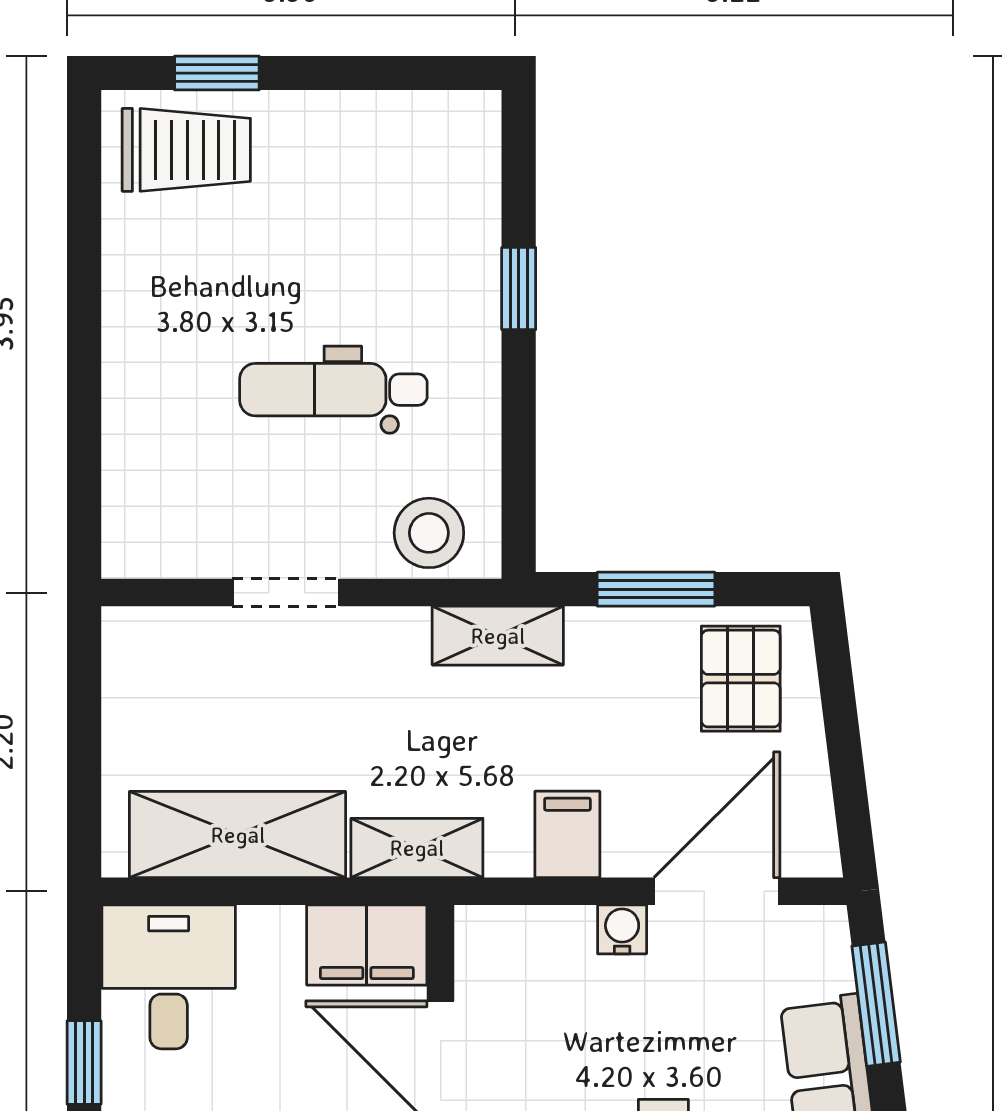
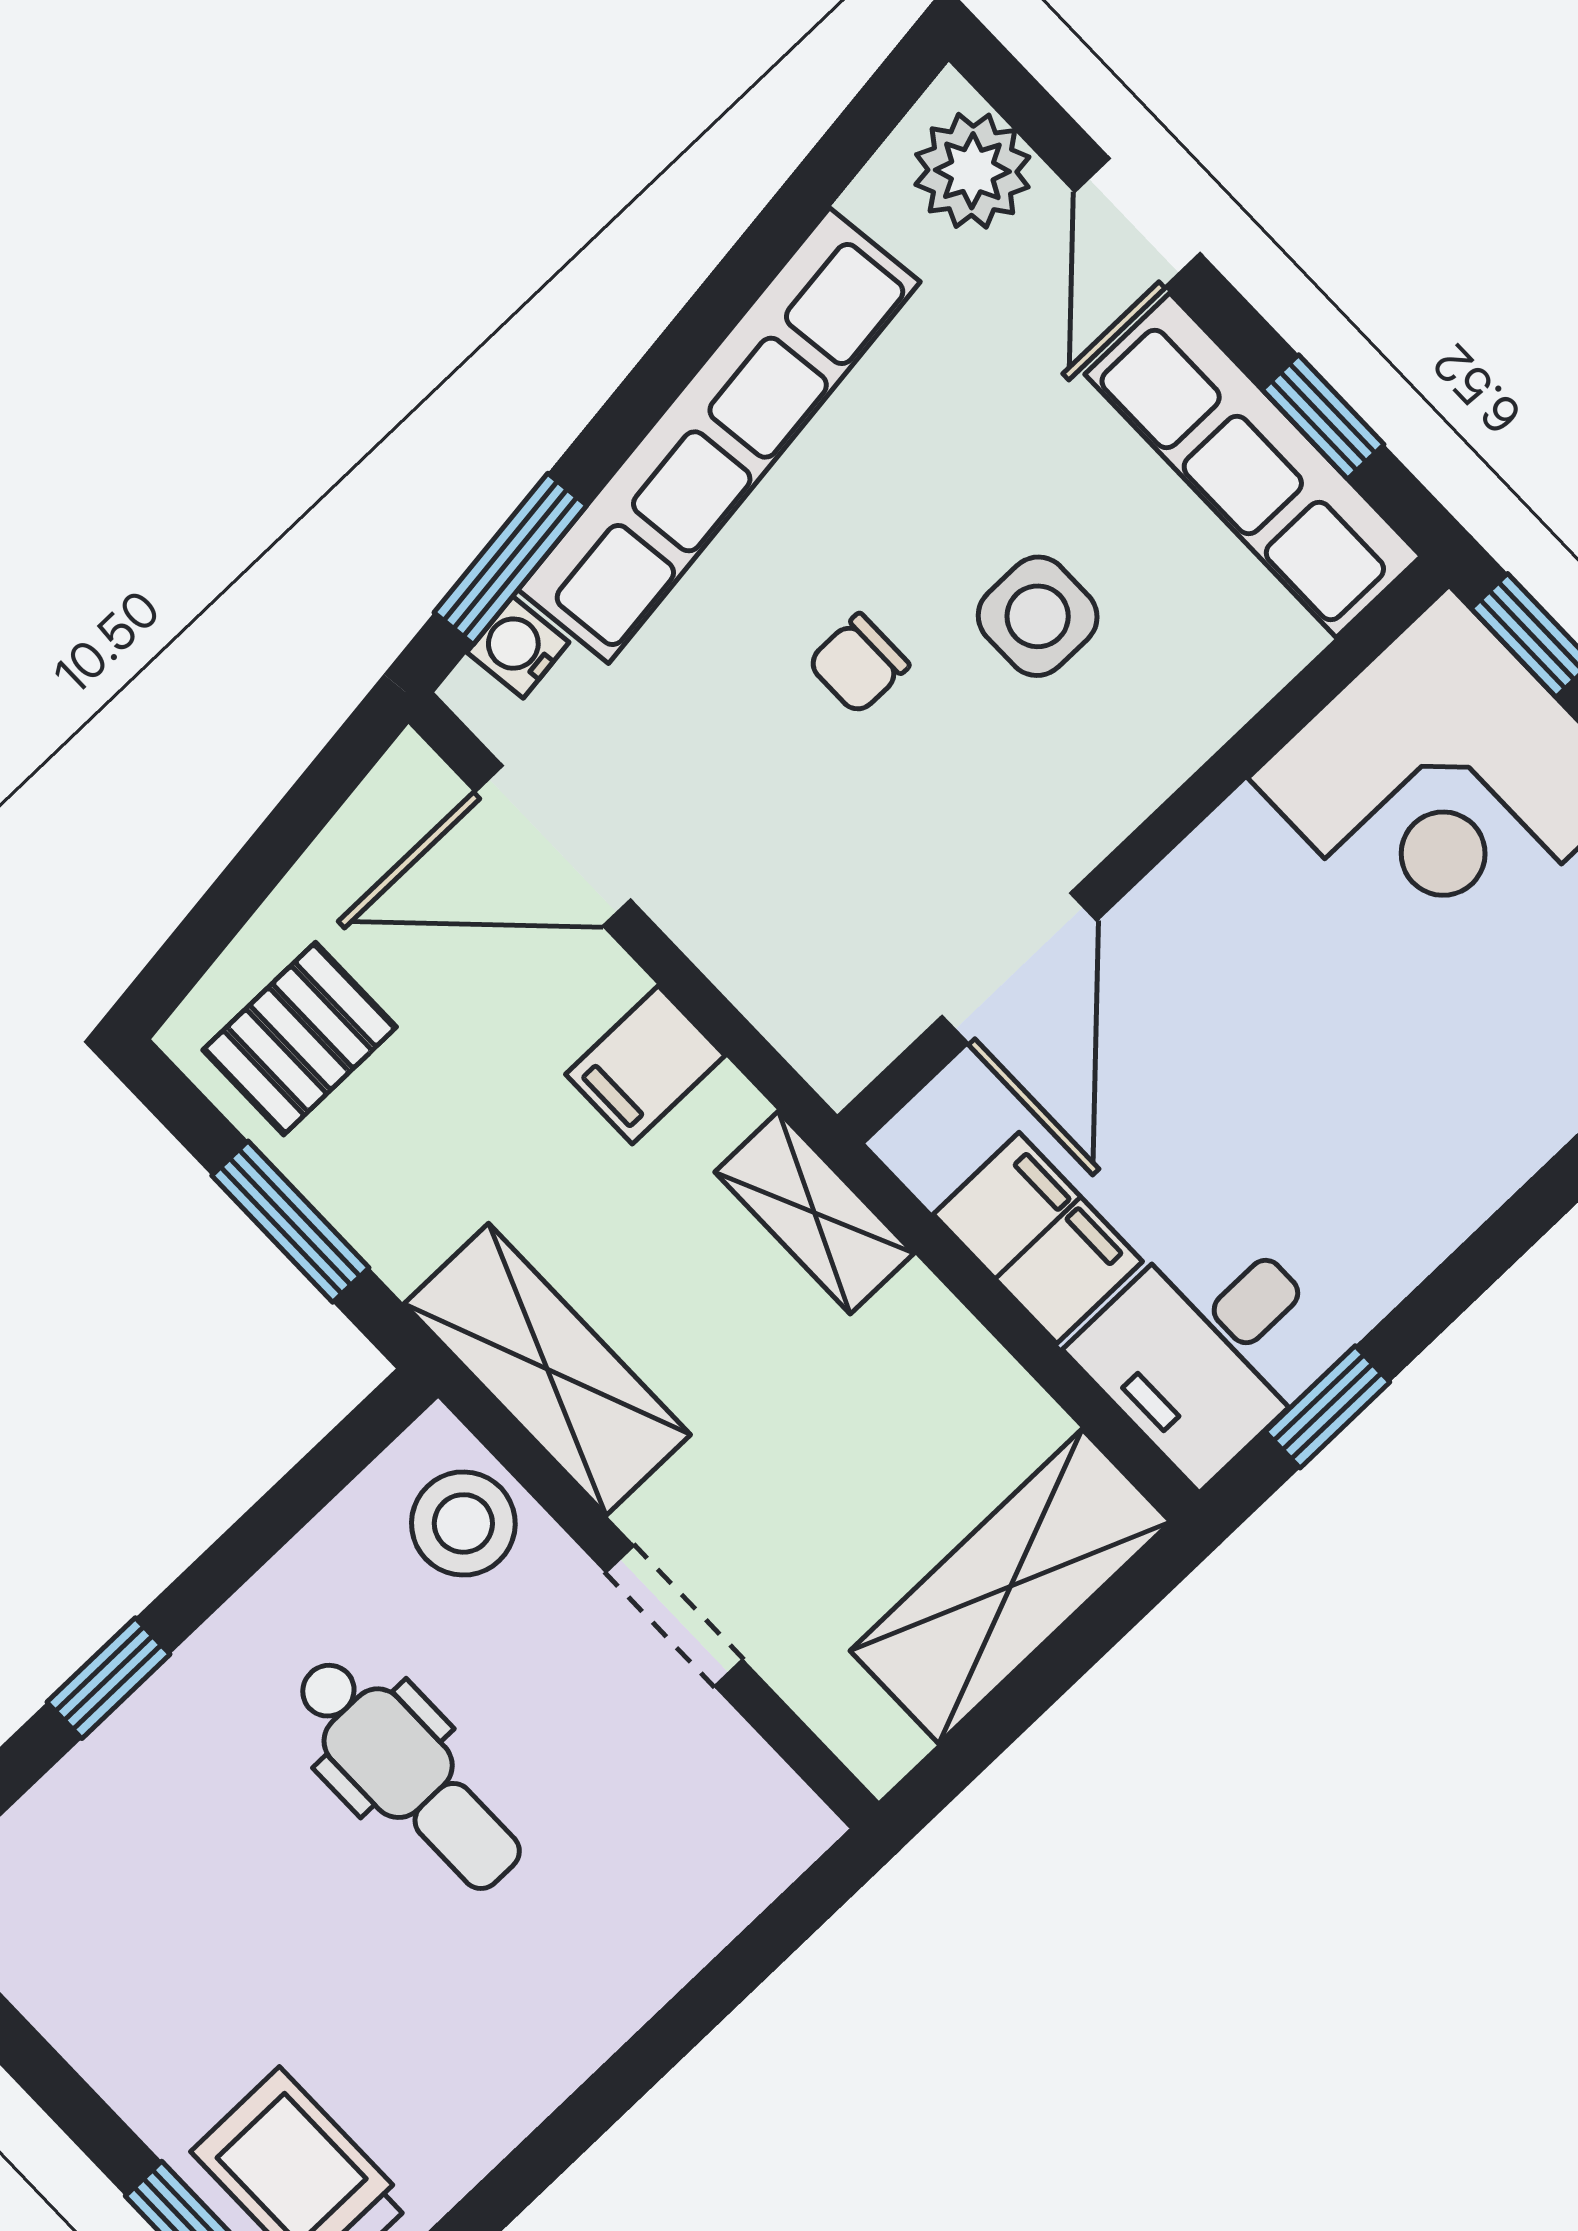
shelving: (498, 636) -> (547, 1369), width x1.50, depth x1.33
shelving: (238, 835) -> (1010, 1586), moved, turned 90
water cooler: (622, 929) -> (518, 647), moved, turned 83
filing cabinet: (367, 945) -> (1038, 1238), moved
window: (84, 1063) -> (1328, 1407), moved

